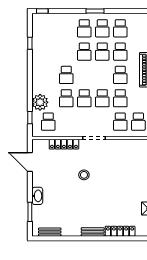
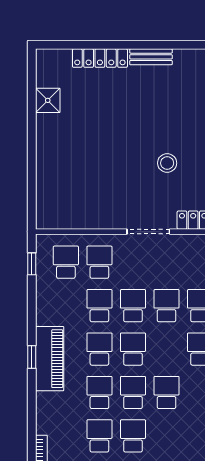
school desk: (84, 28) -> (133, 349), moved

